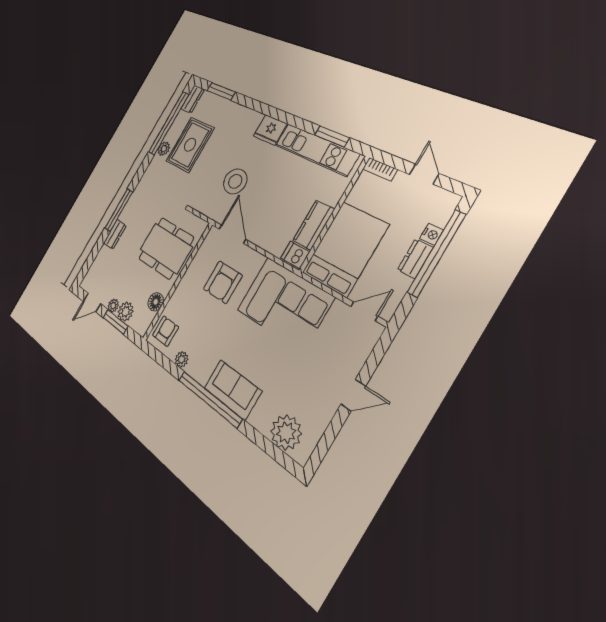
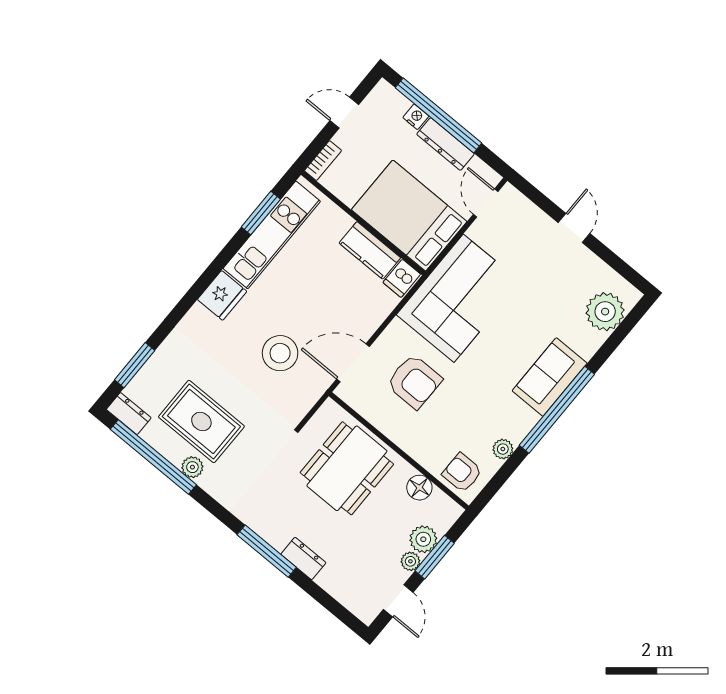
dresser: (415, 259) -> (446, 144), width x1.44

